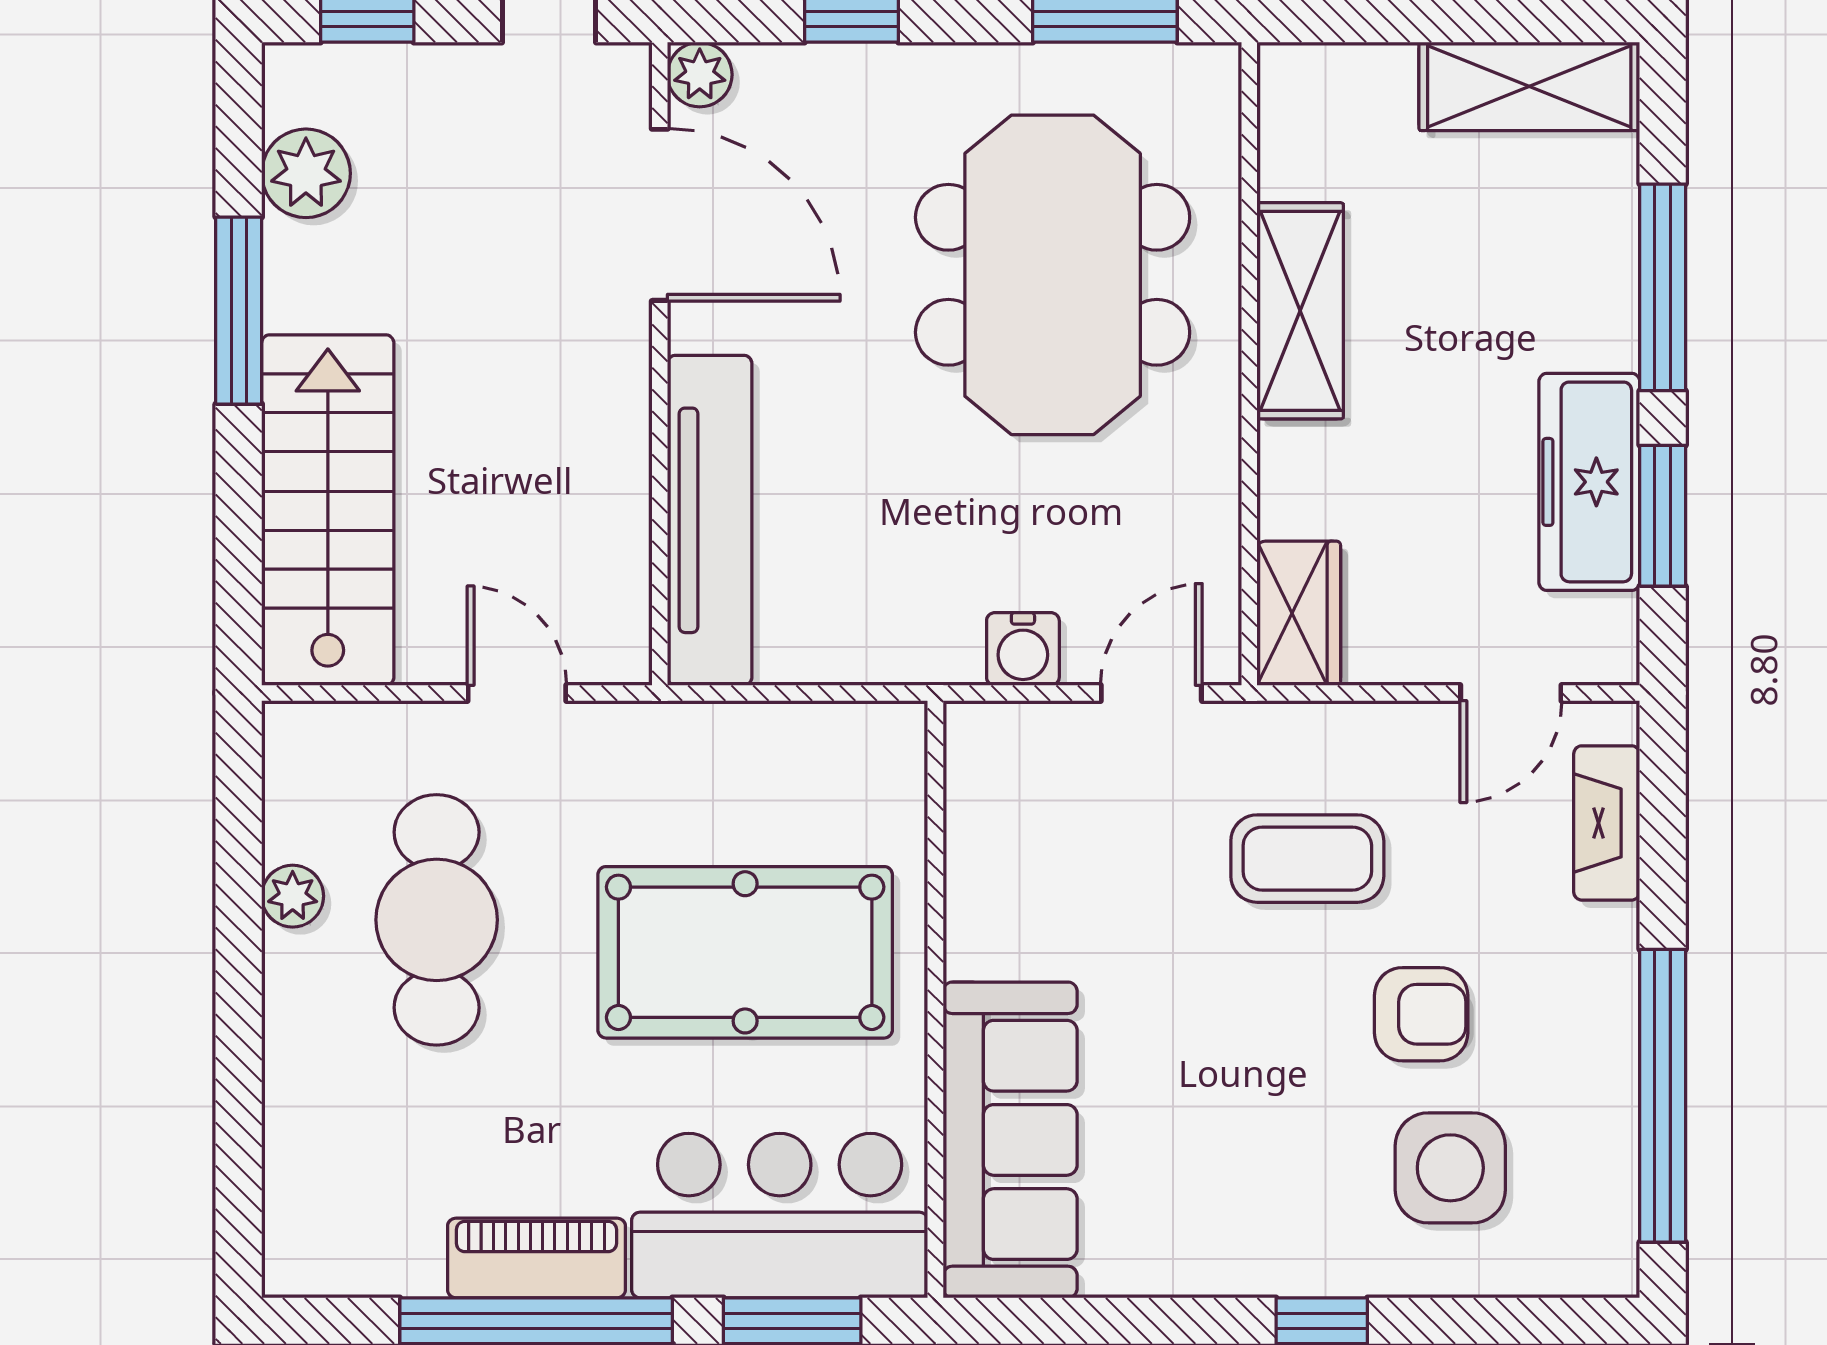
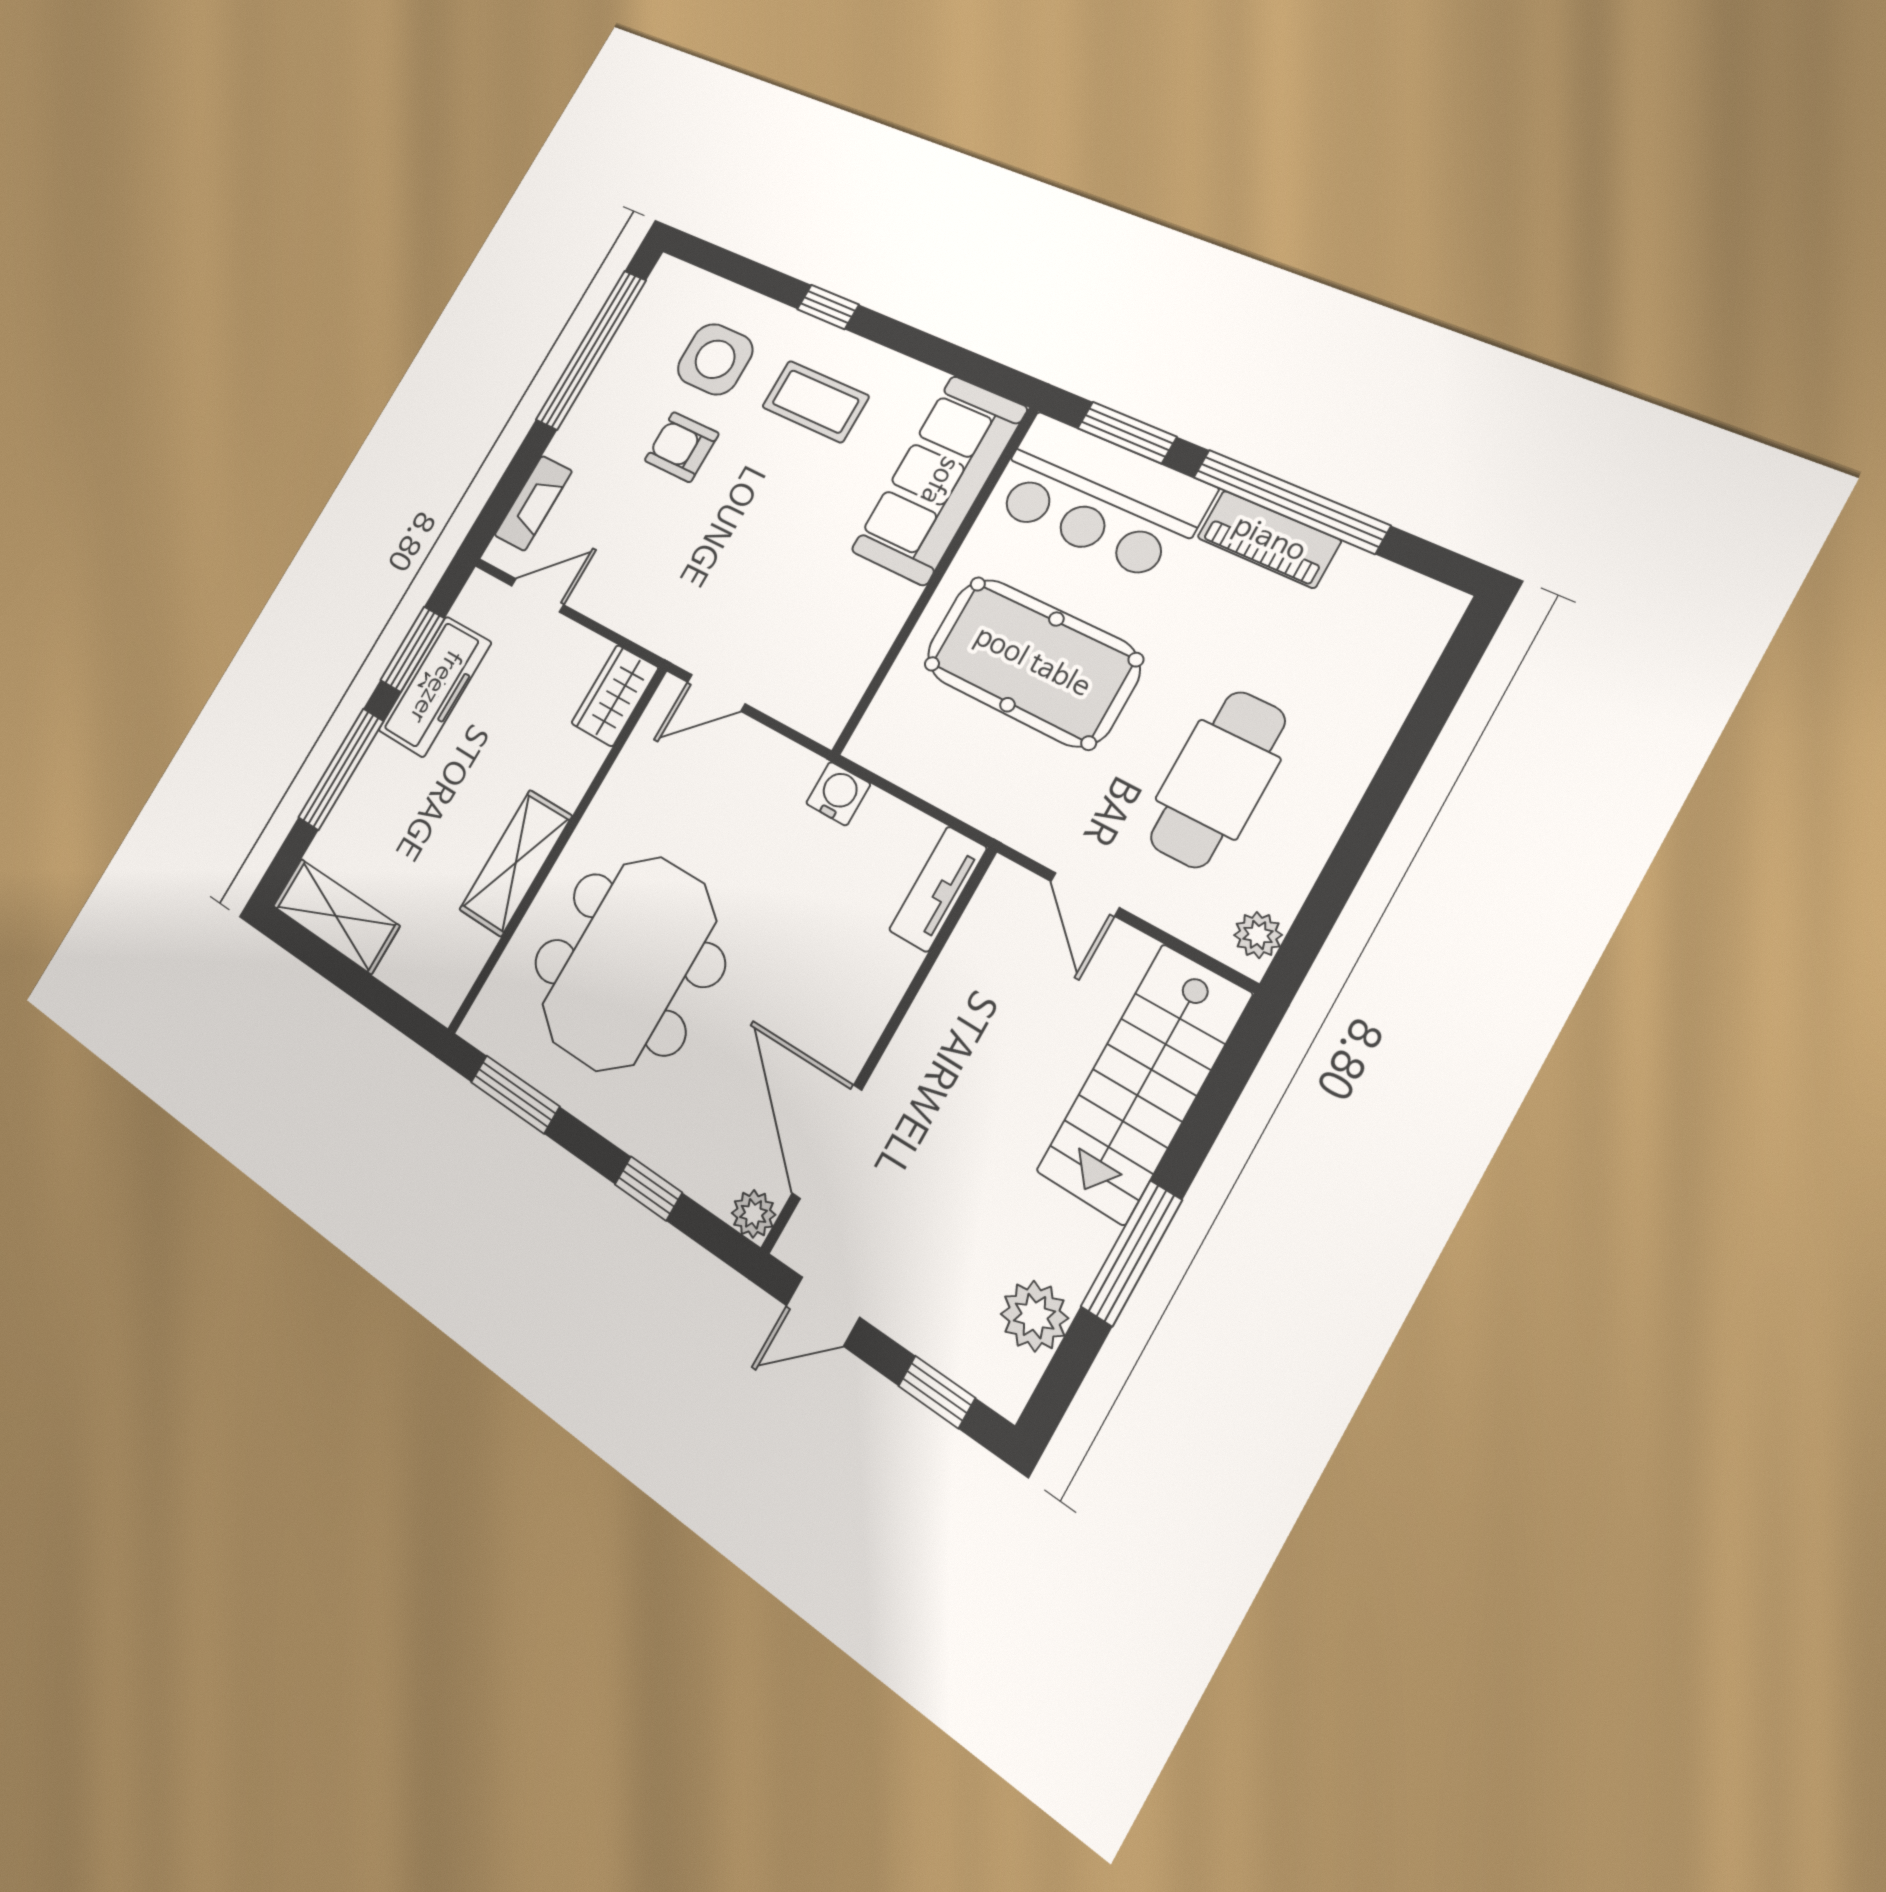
tv unit: (710, 520) -> (938, 889), width x0.52, depth x0.78
water cooler: (1023, 649) -> (838, 794), moved
coffee table: (1307, 859) -> (815, 402), moved
plant: (293, 896) -> (1258, 935), moved

